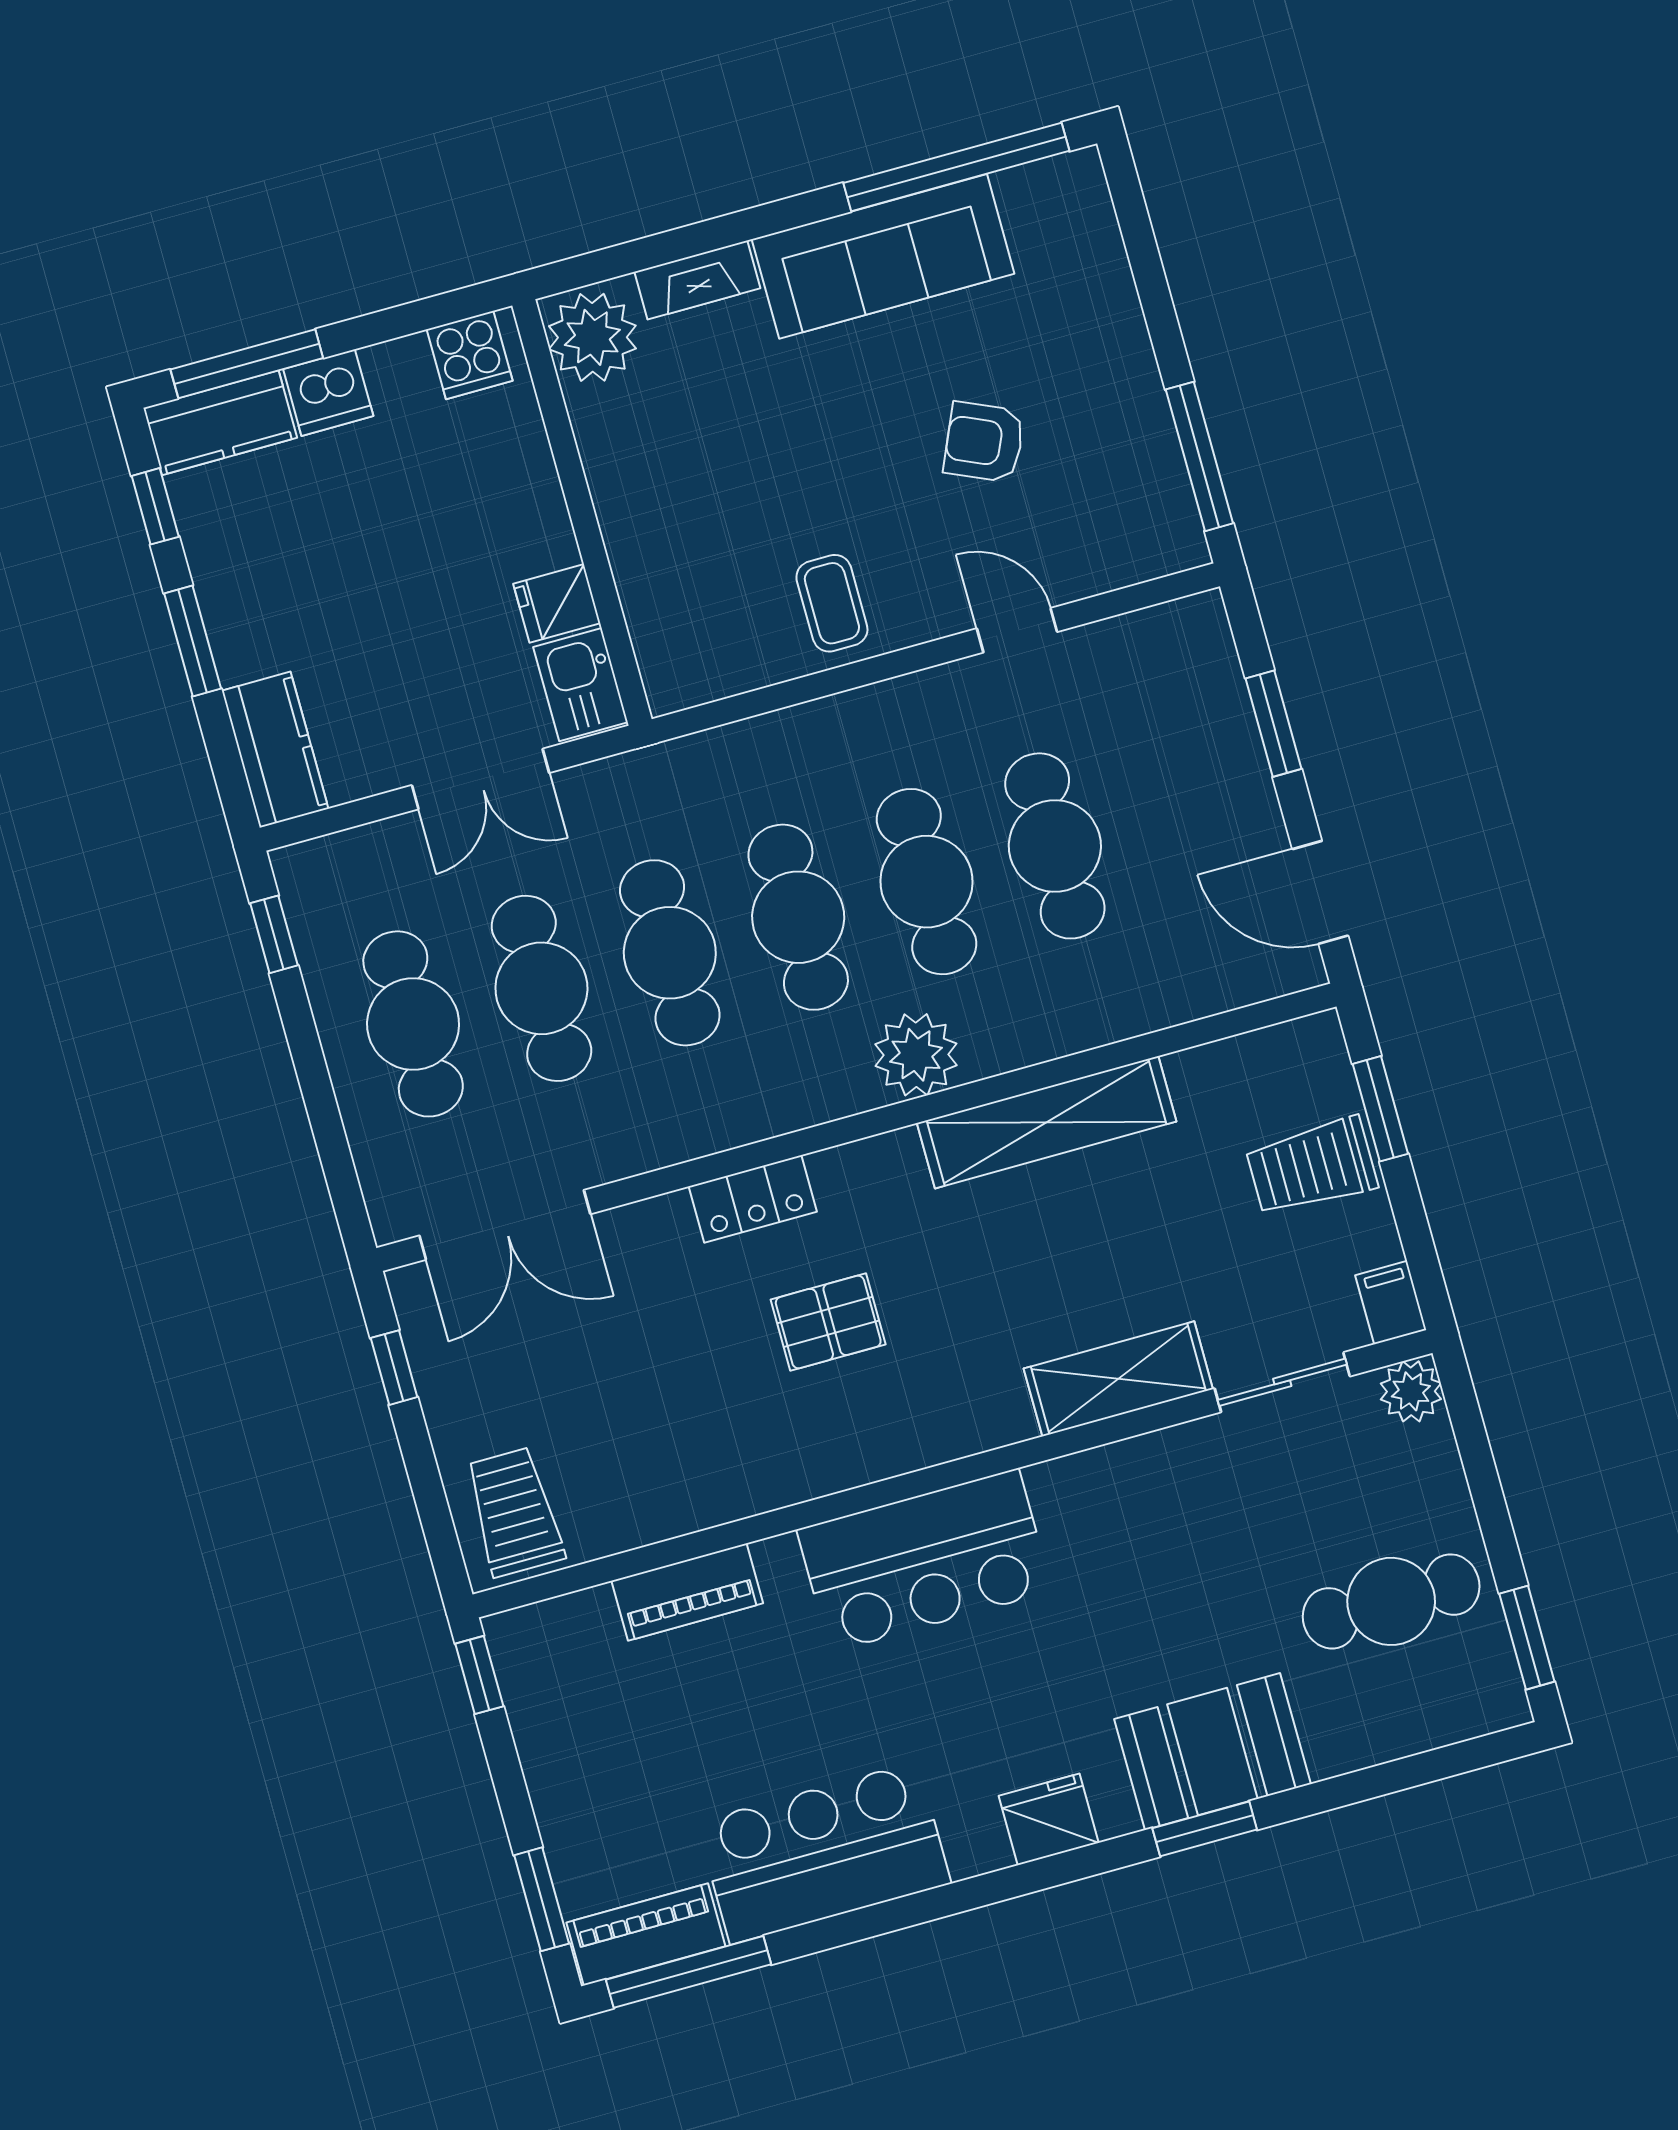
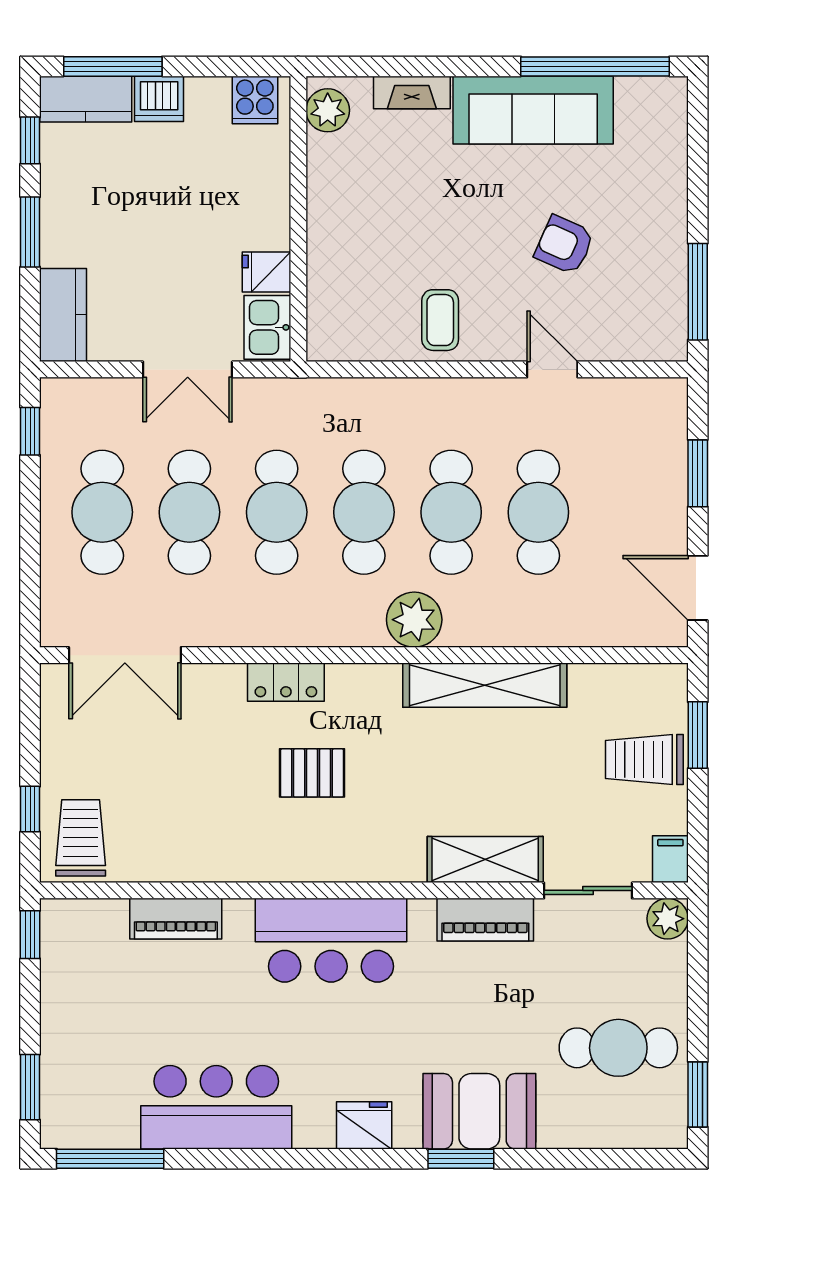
plant: (592, 337) -> (328, 110), width x0.73, depth x0.73
window: (394, 1368) -> (30, 809), moved
piano: (646, 1934) -> (485, 920), moved, turned 180

